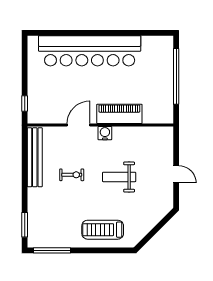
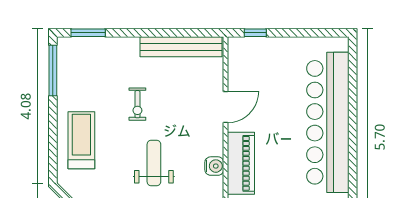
door: (78, 125) -> (225, 107), hinge flipped
water cooler: (105, 133) -> (214, 166), moved
exercise bike: (72, 175) -> (137, 104), moved

